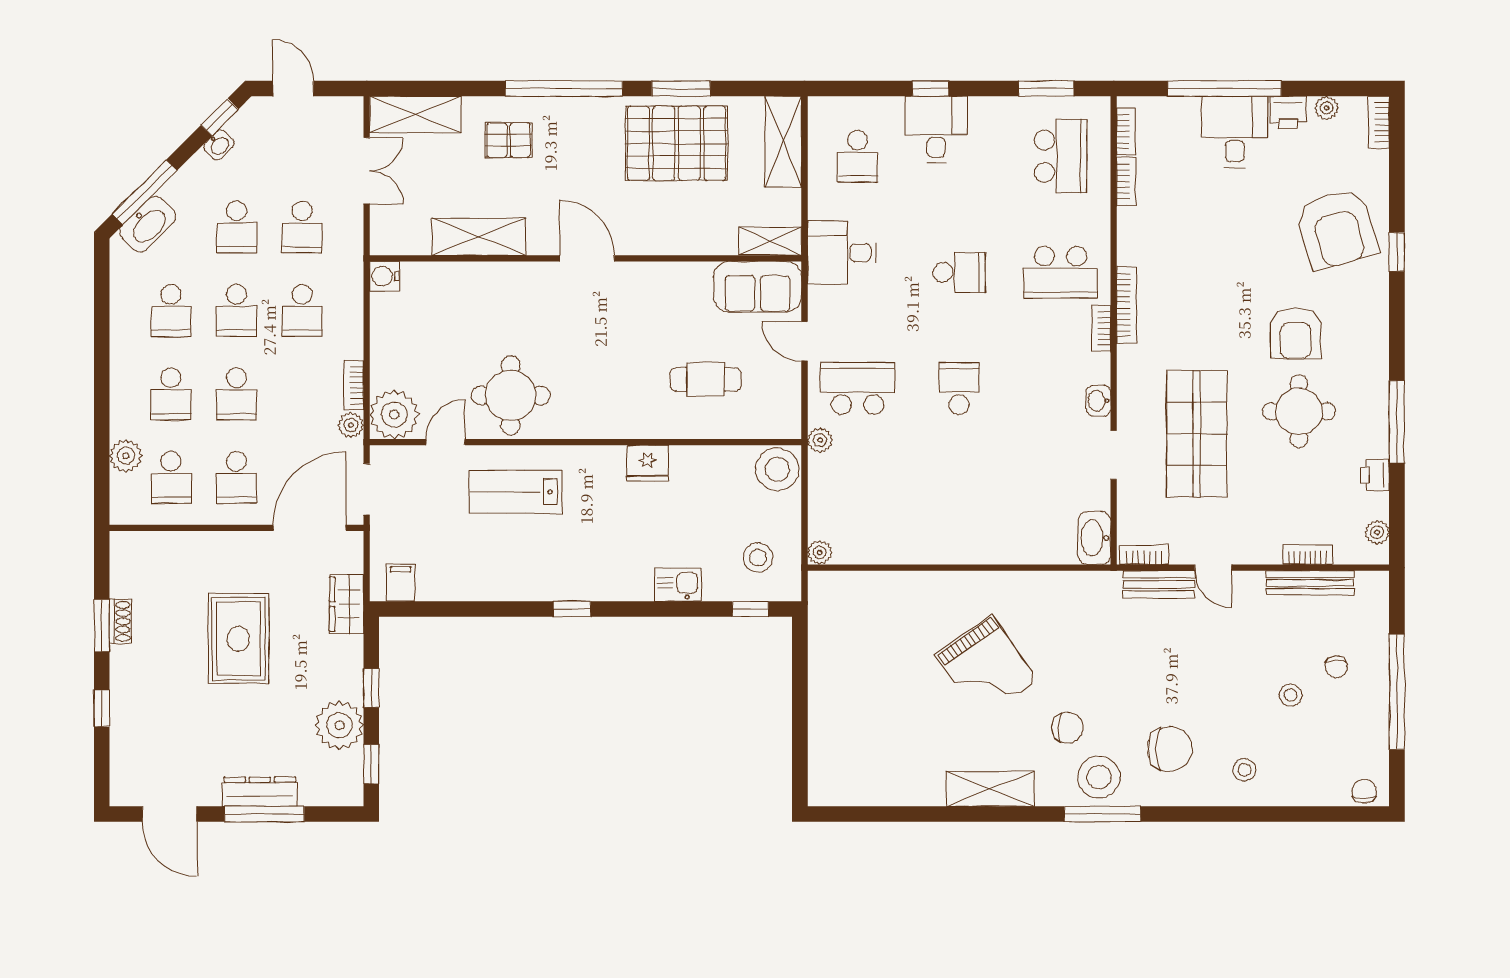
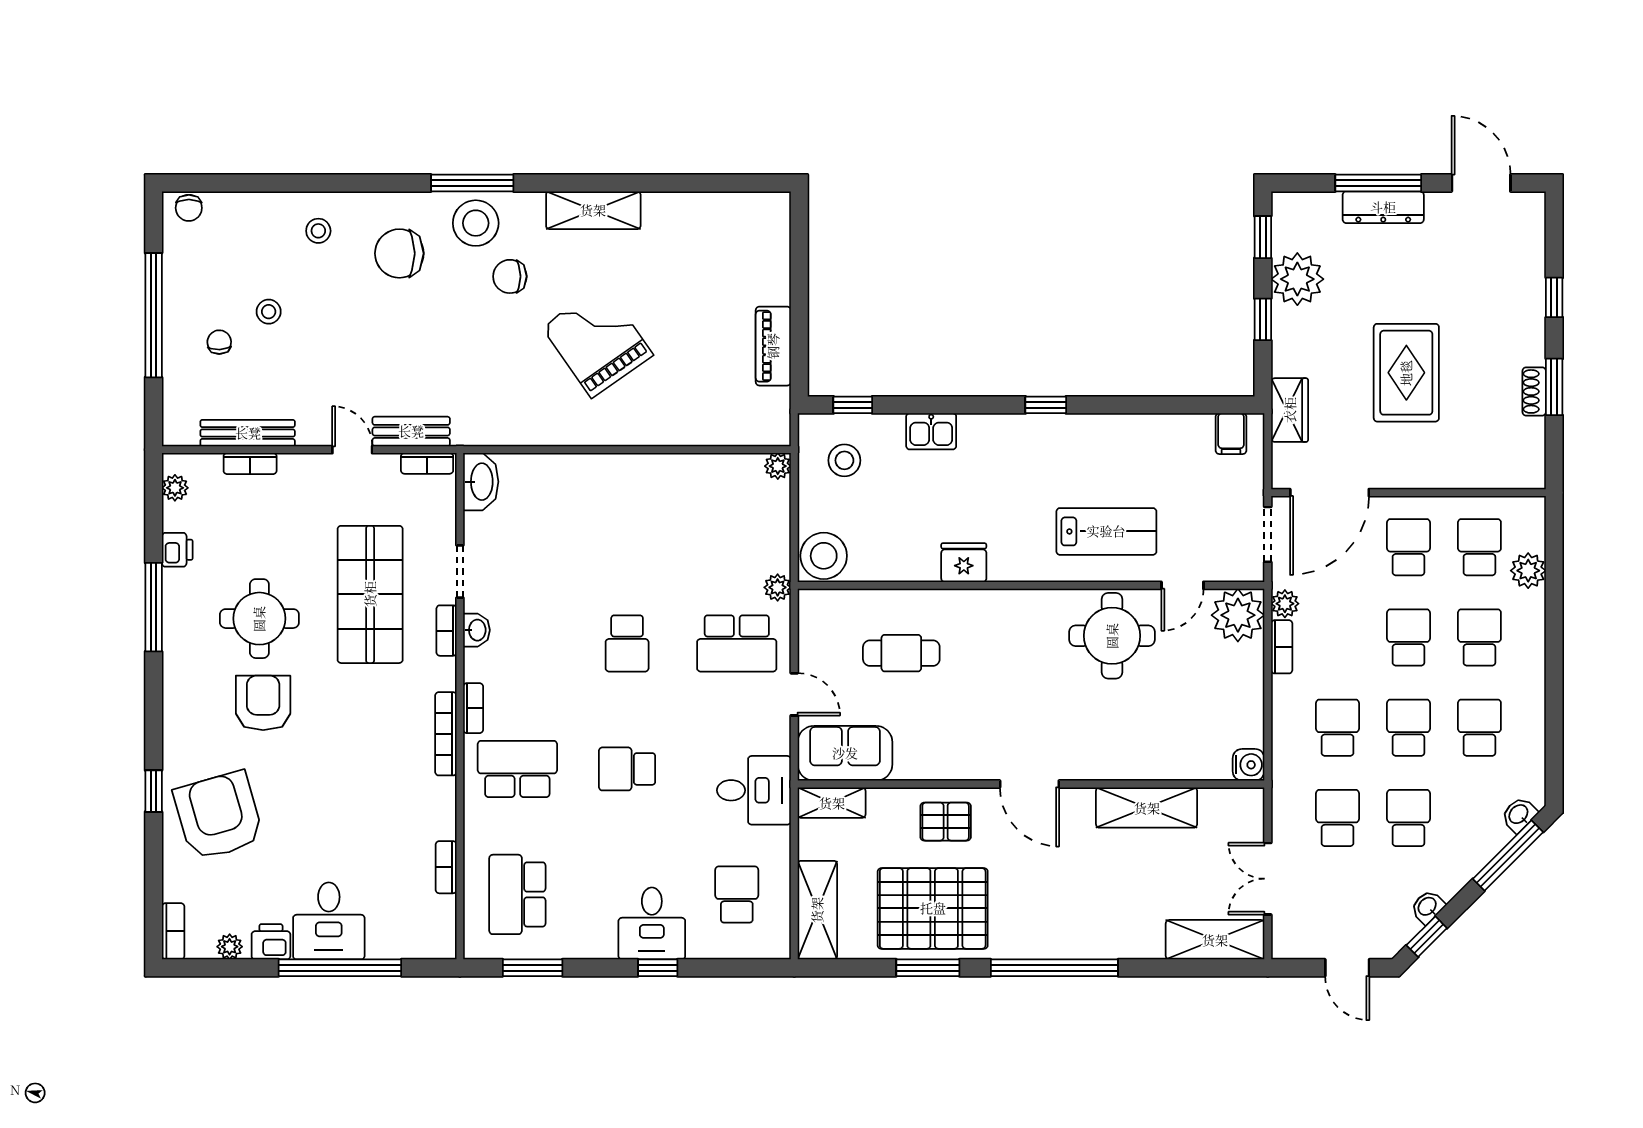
bookcase: (1126, 132) -> (446, 631), moved
pallet: (509, 140) -> (946, 822), moved
washbasin: (148, 224) -> (1519, 815), width x0.52, depth x0.69
piano: (824, 663) -> (773, 346), added

